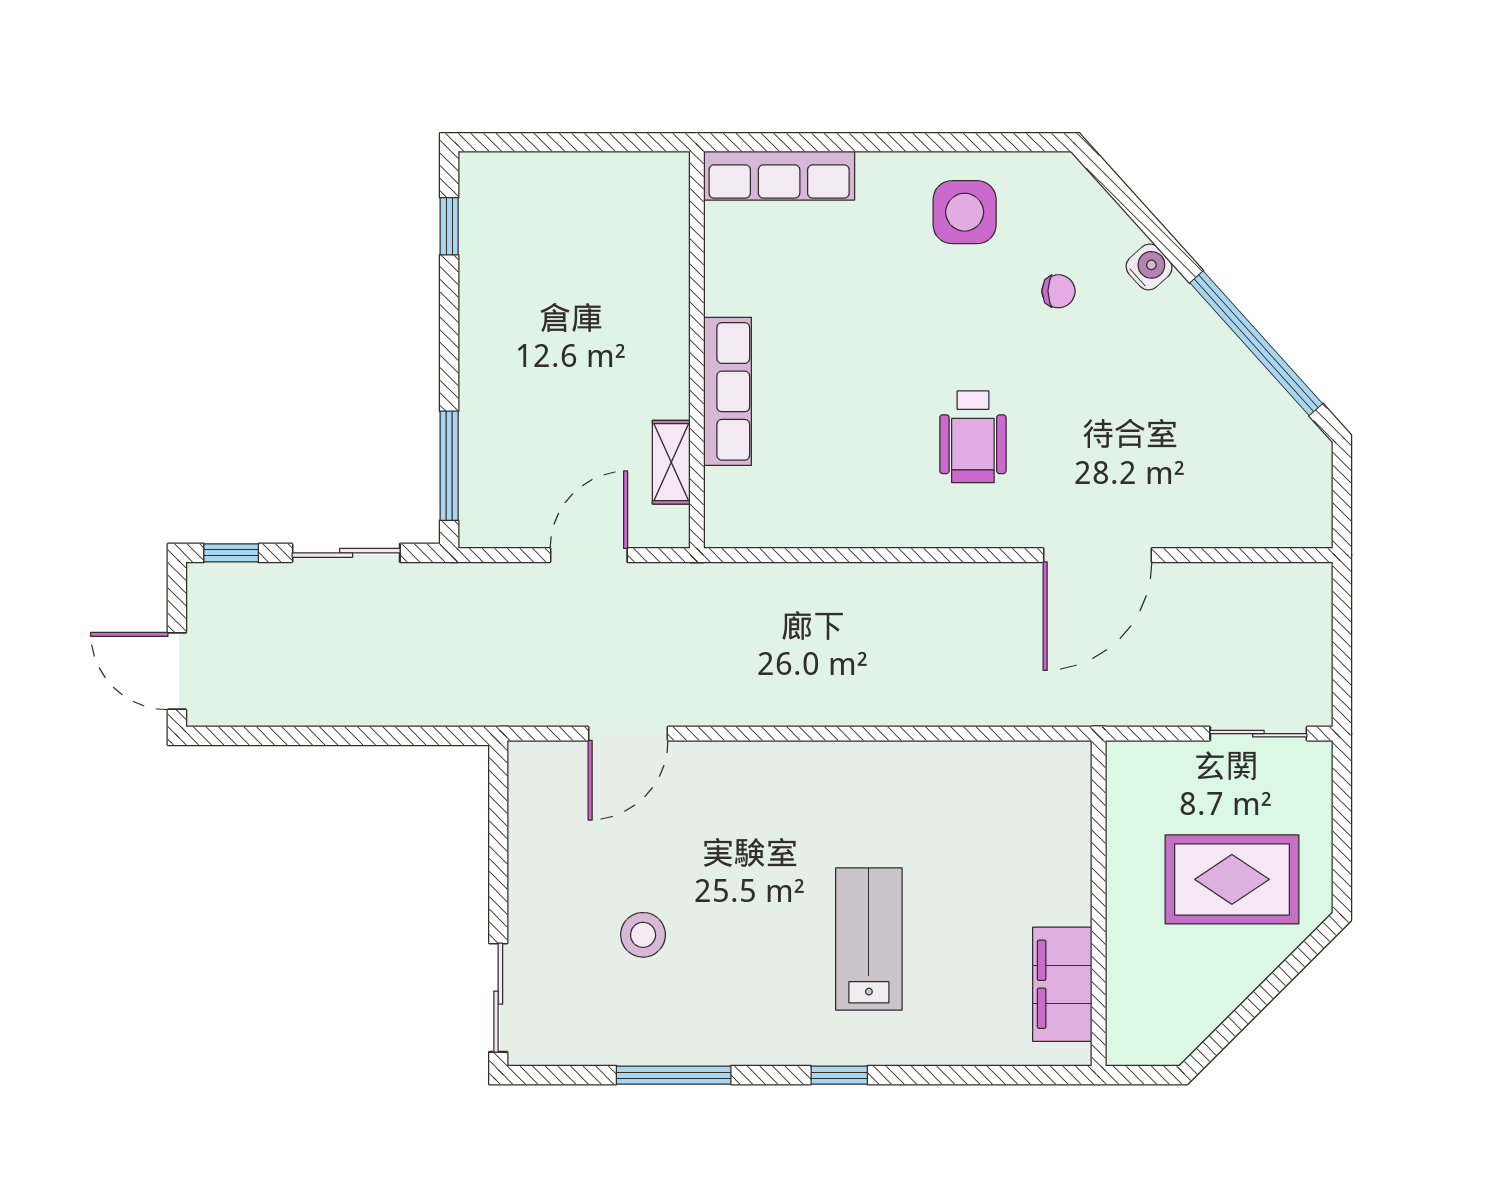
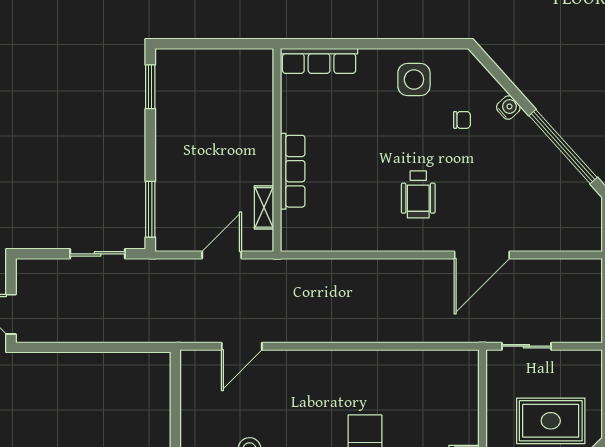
window: (449, 226) -> (150, 87), width x1.50
window: (231, 553) -> (39, 254), removed
sliding door: (1258, 734) -> (526, 346), moved

